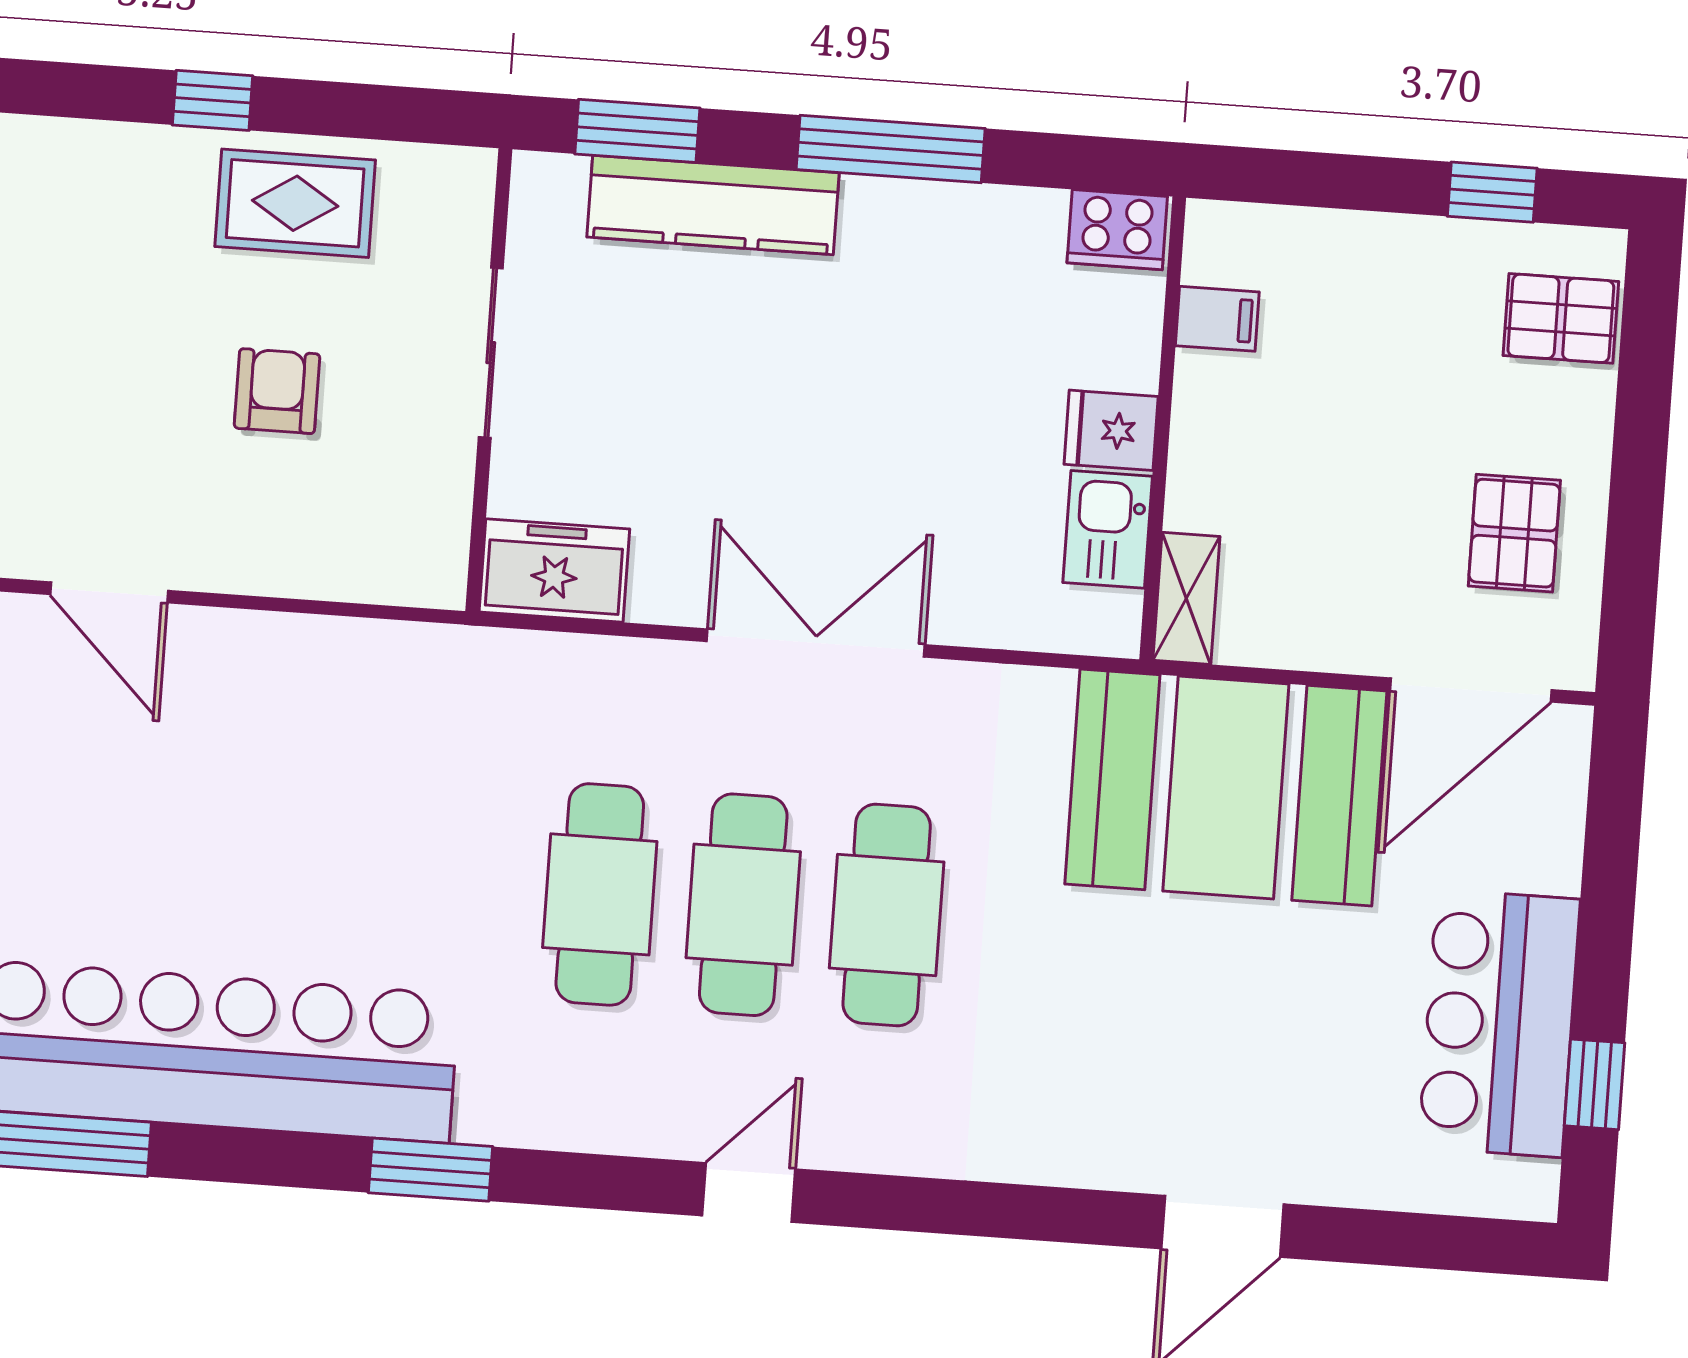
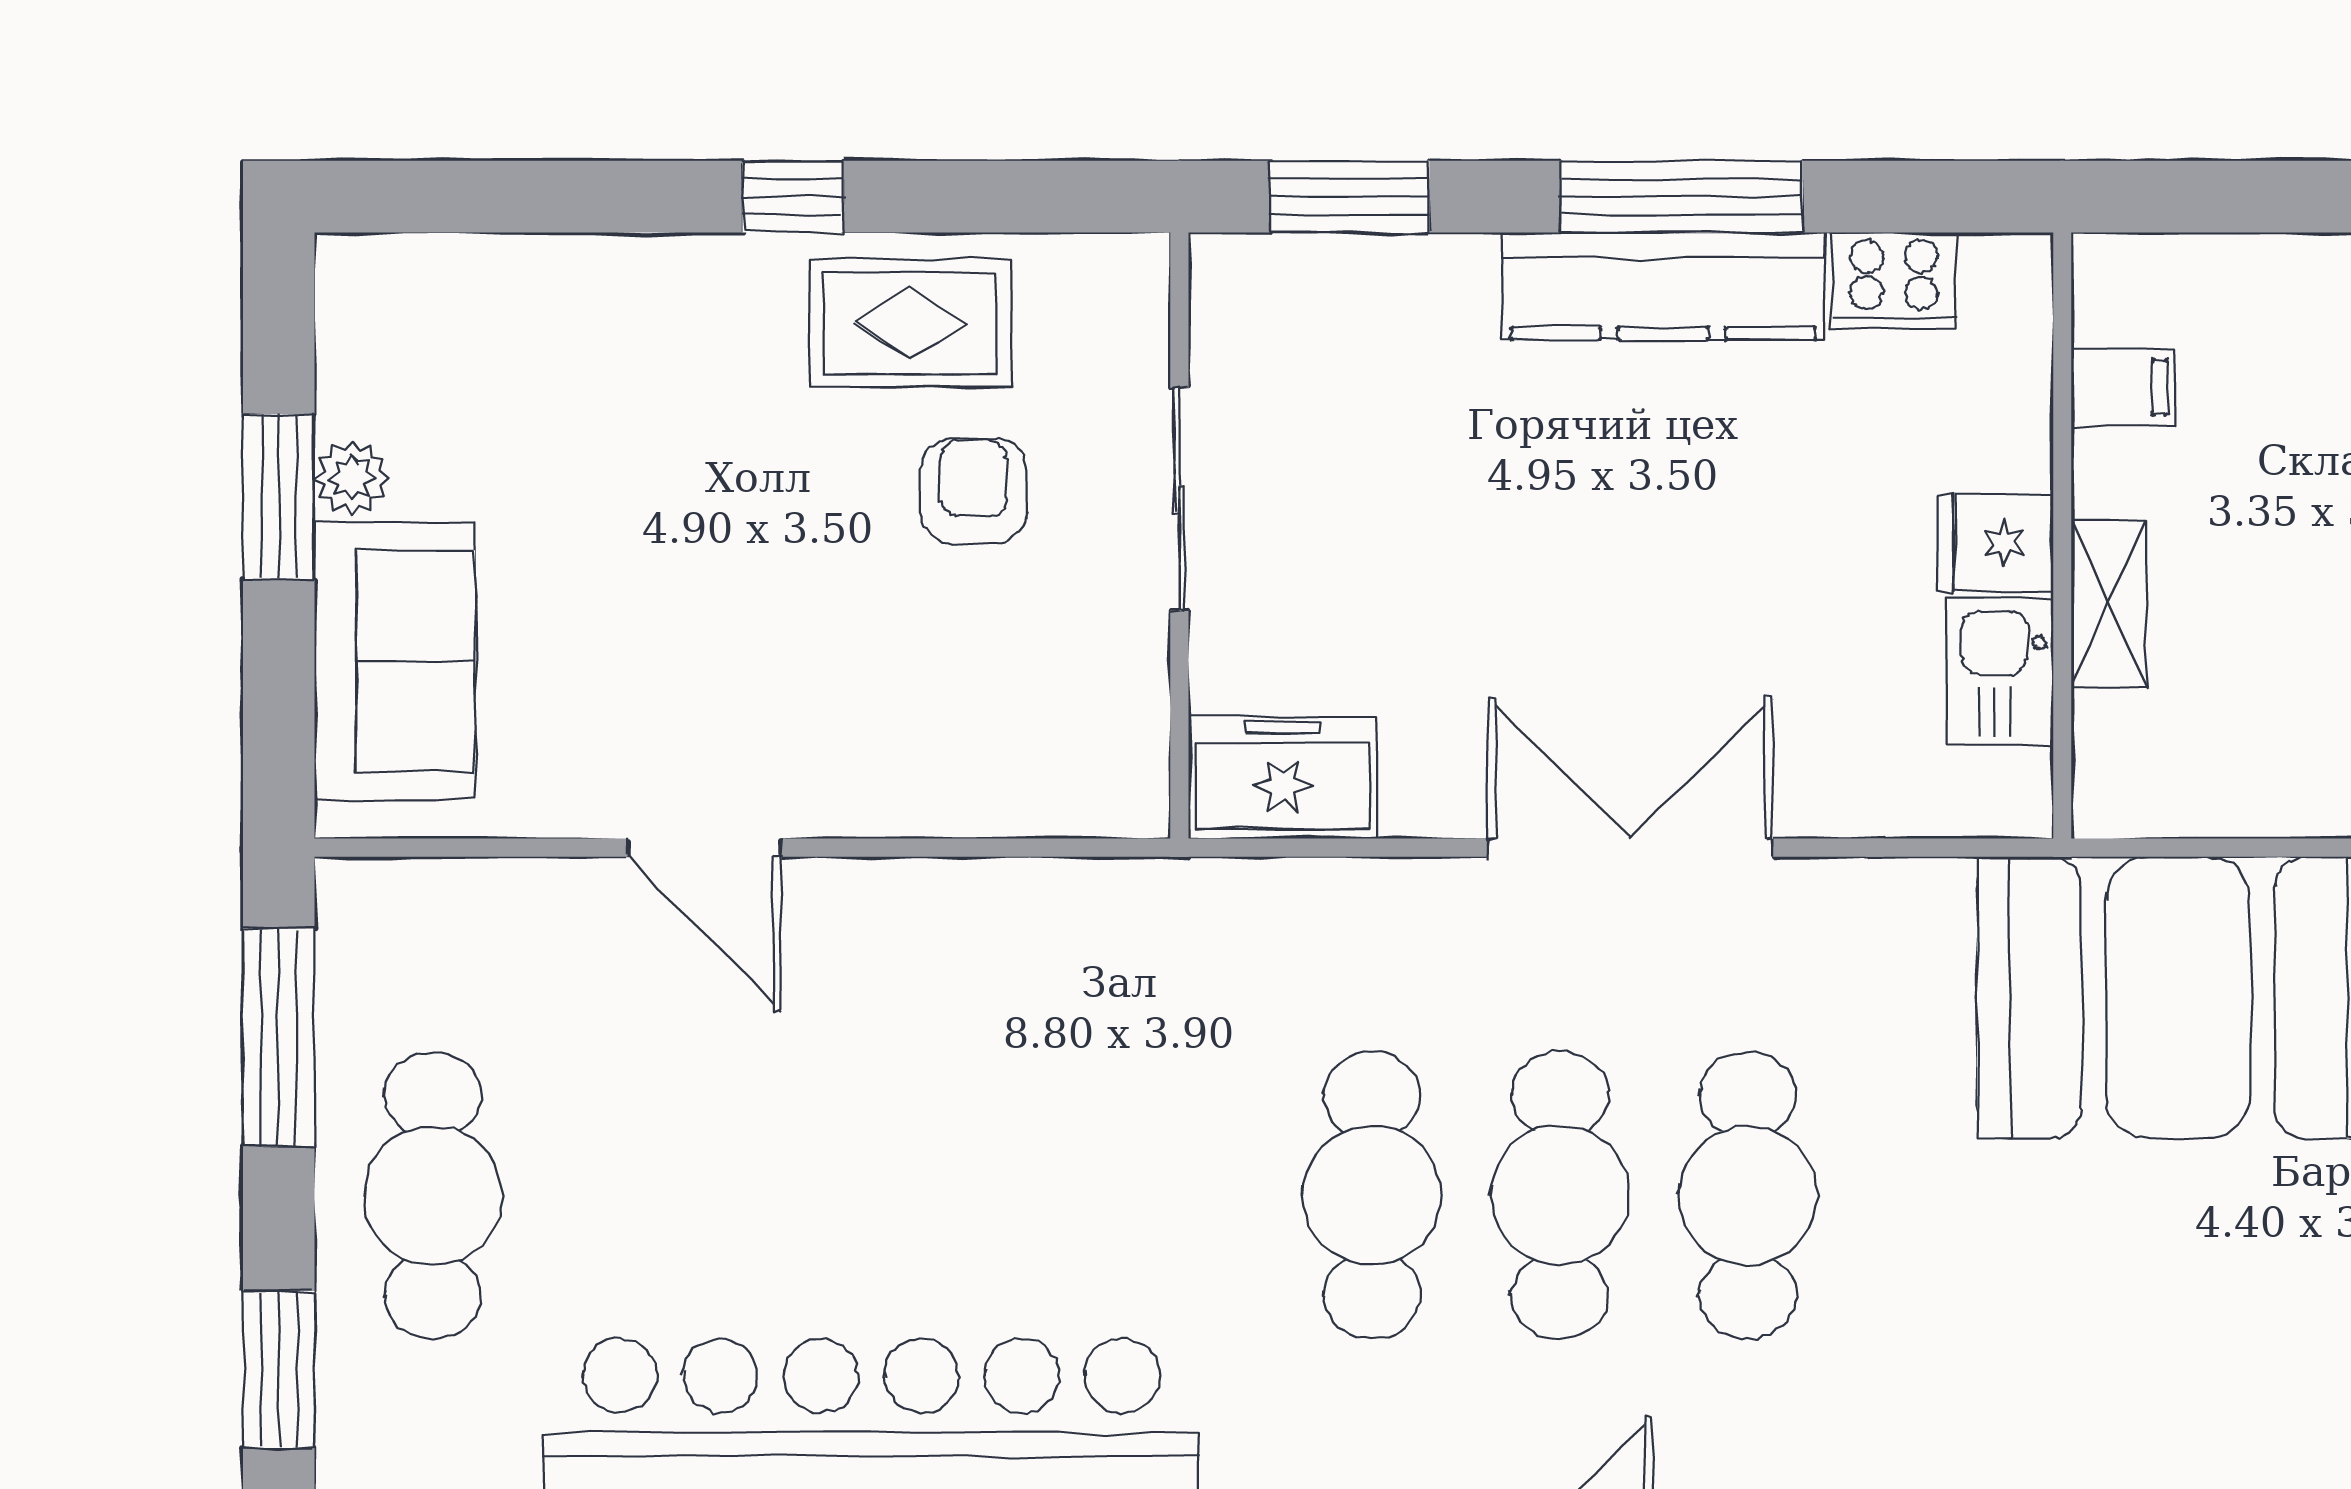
kitchen counter: (713, 205) -> (1663, 286), moved
cooker: (1117, 230) -> (1894, 280), moved
armchair: (277, 391) -> (974, 491), moved
shelving: (1186, 598) -> (2109, 604), moved

